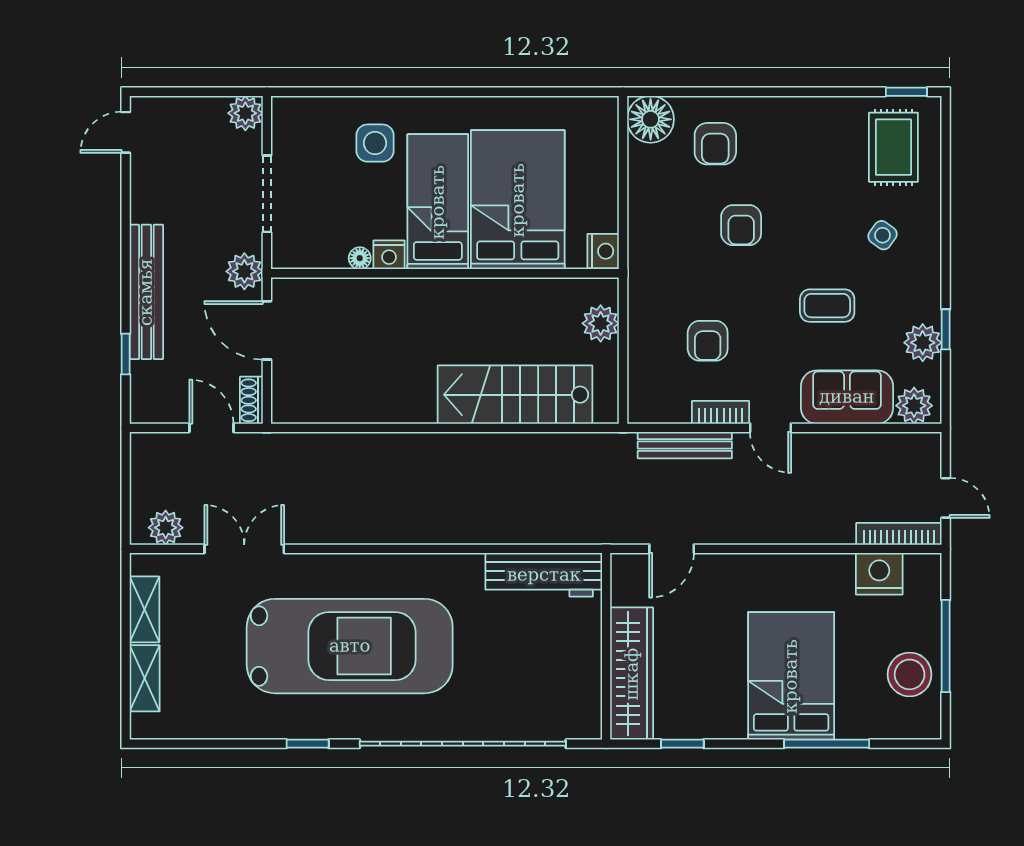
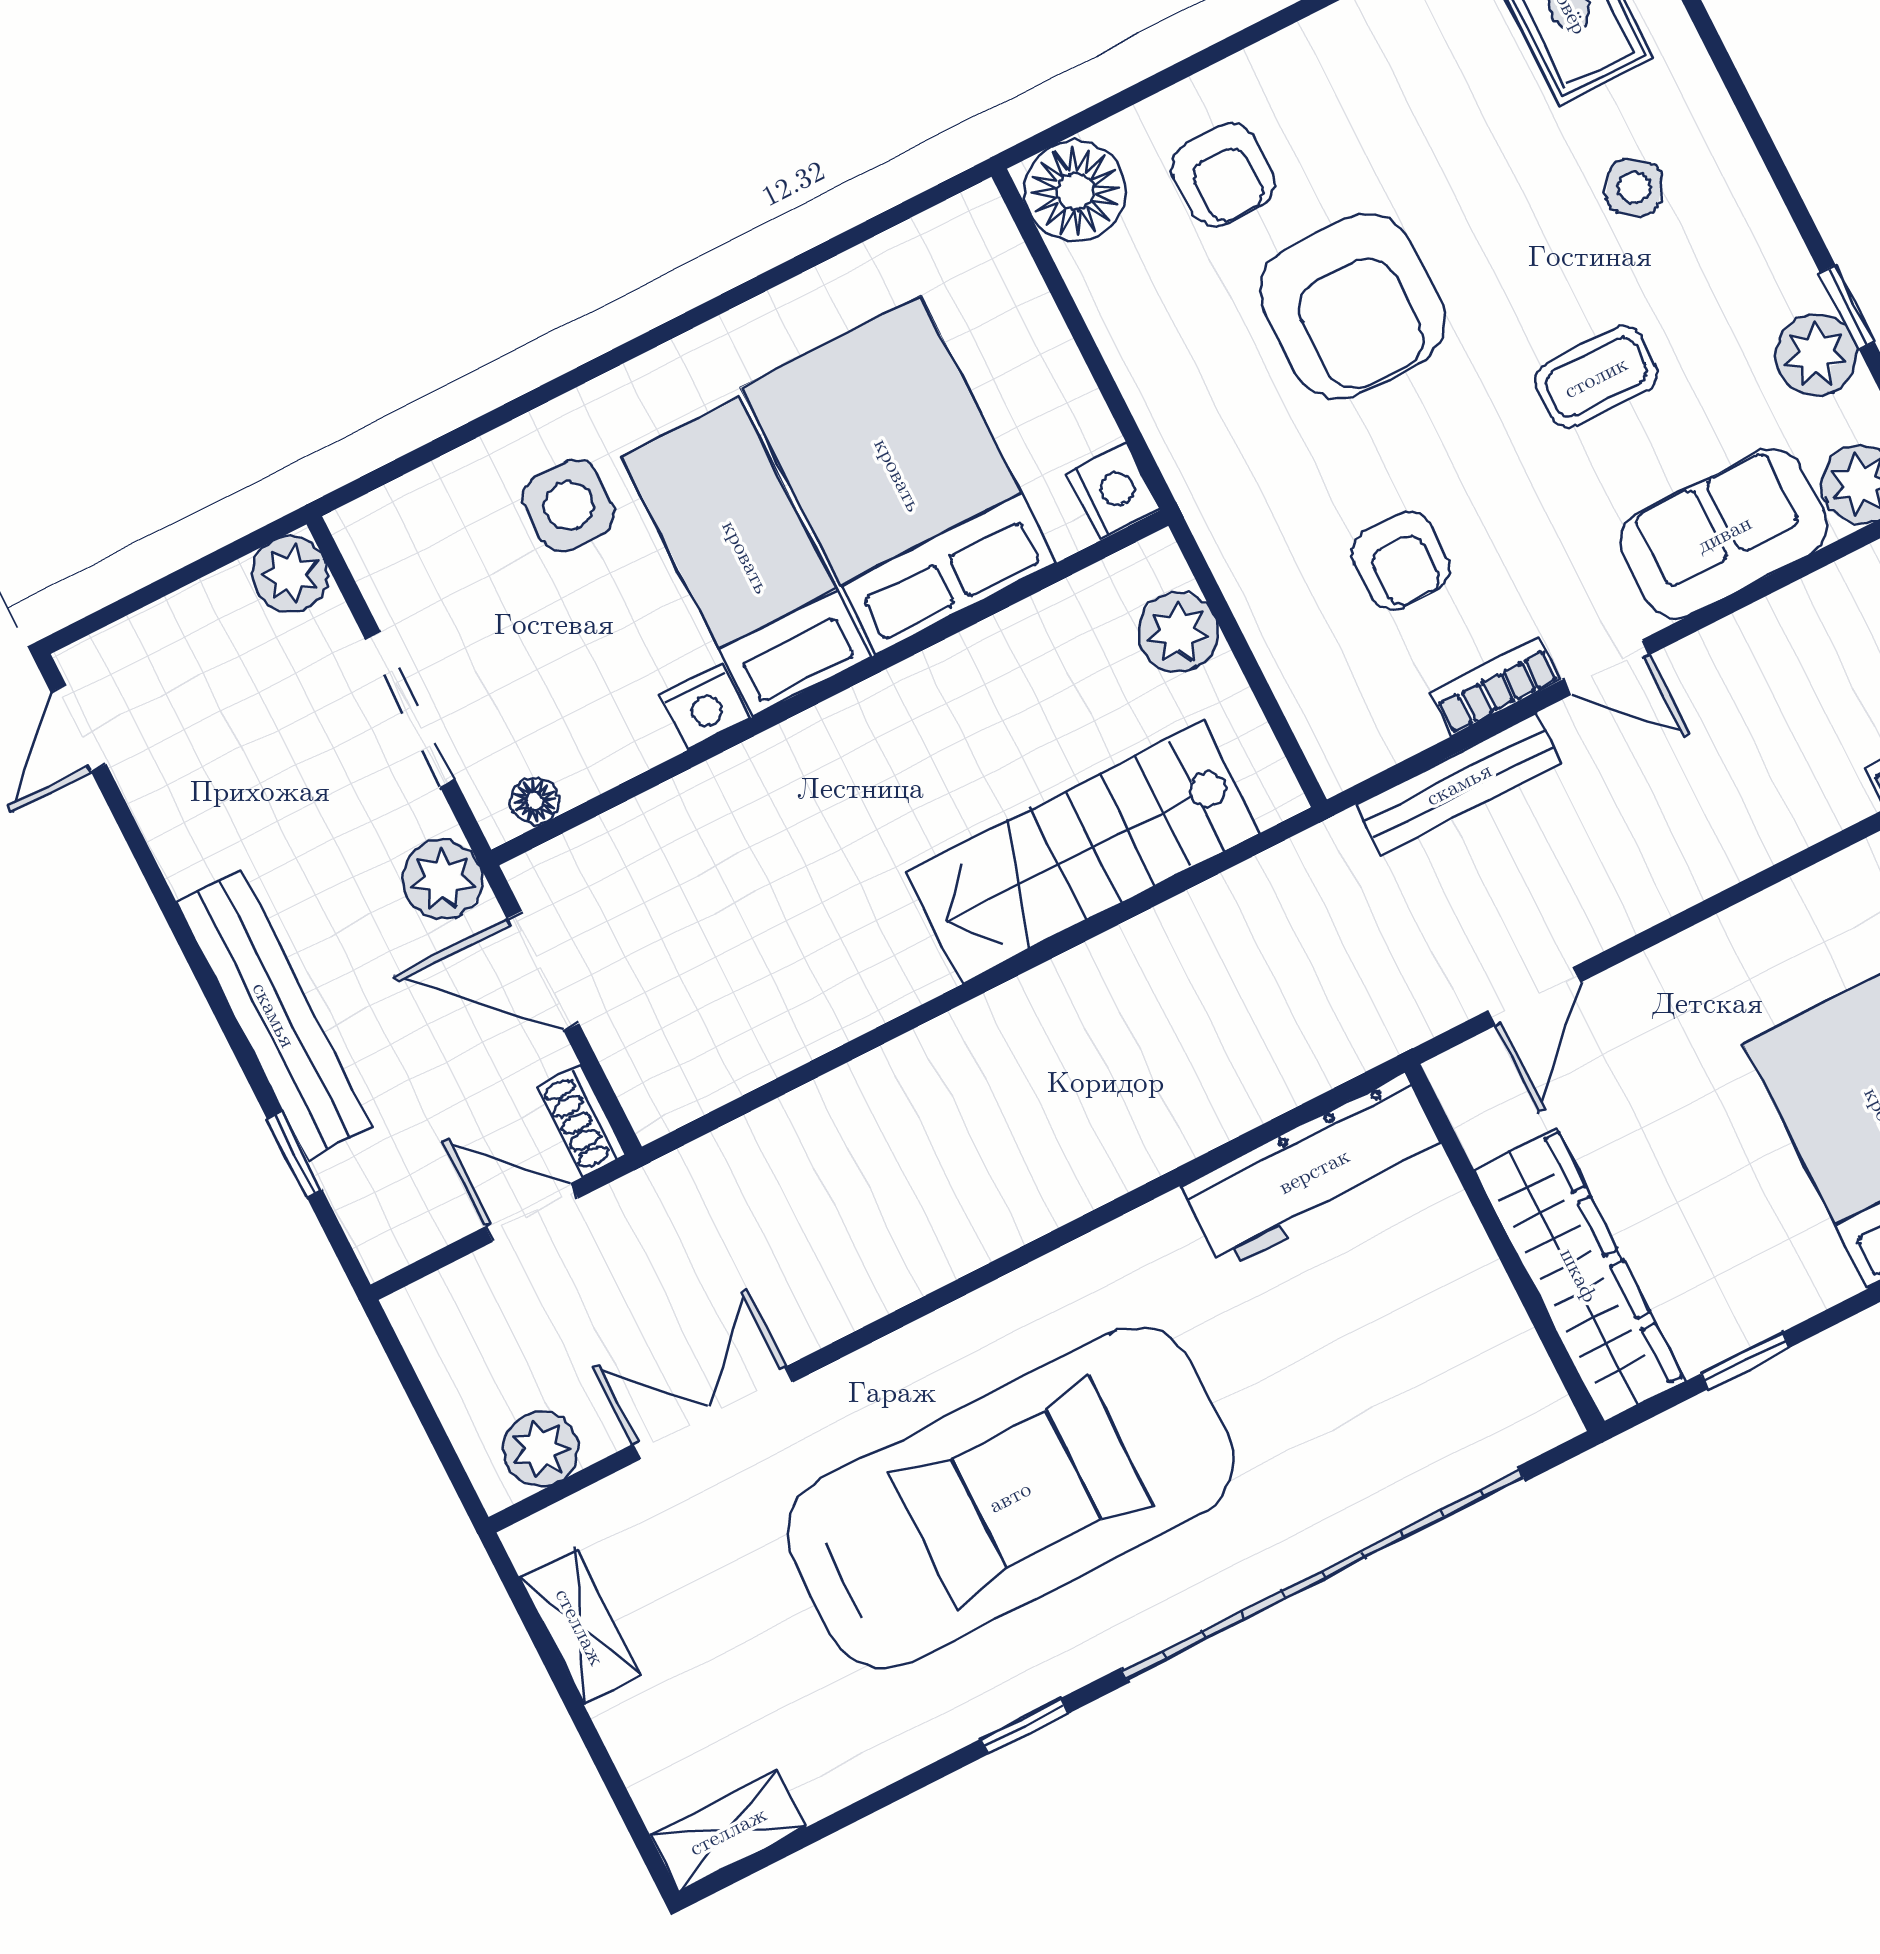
armchair: (741, 225) -> (1352, 306), width x1.88, depth x1.88
floor lamp: (360, 258) -> (535, 801), moved
shelving: (145, 678) -> (728, 1831), moved, turned 90

